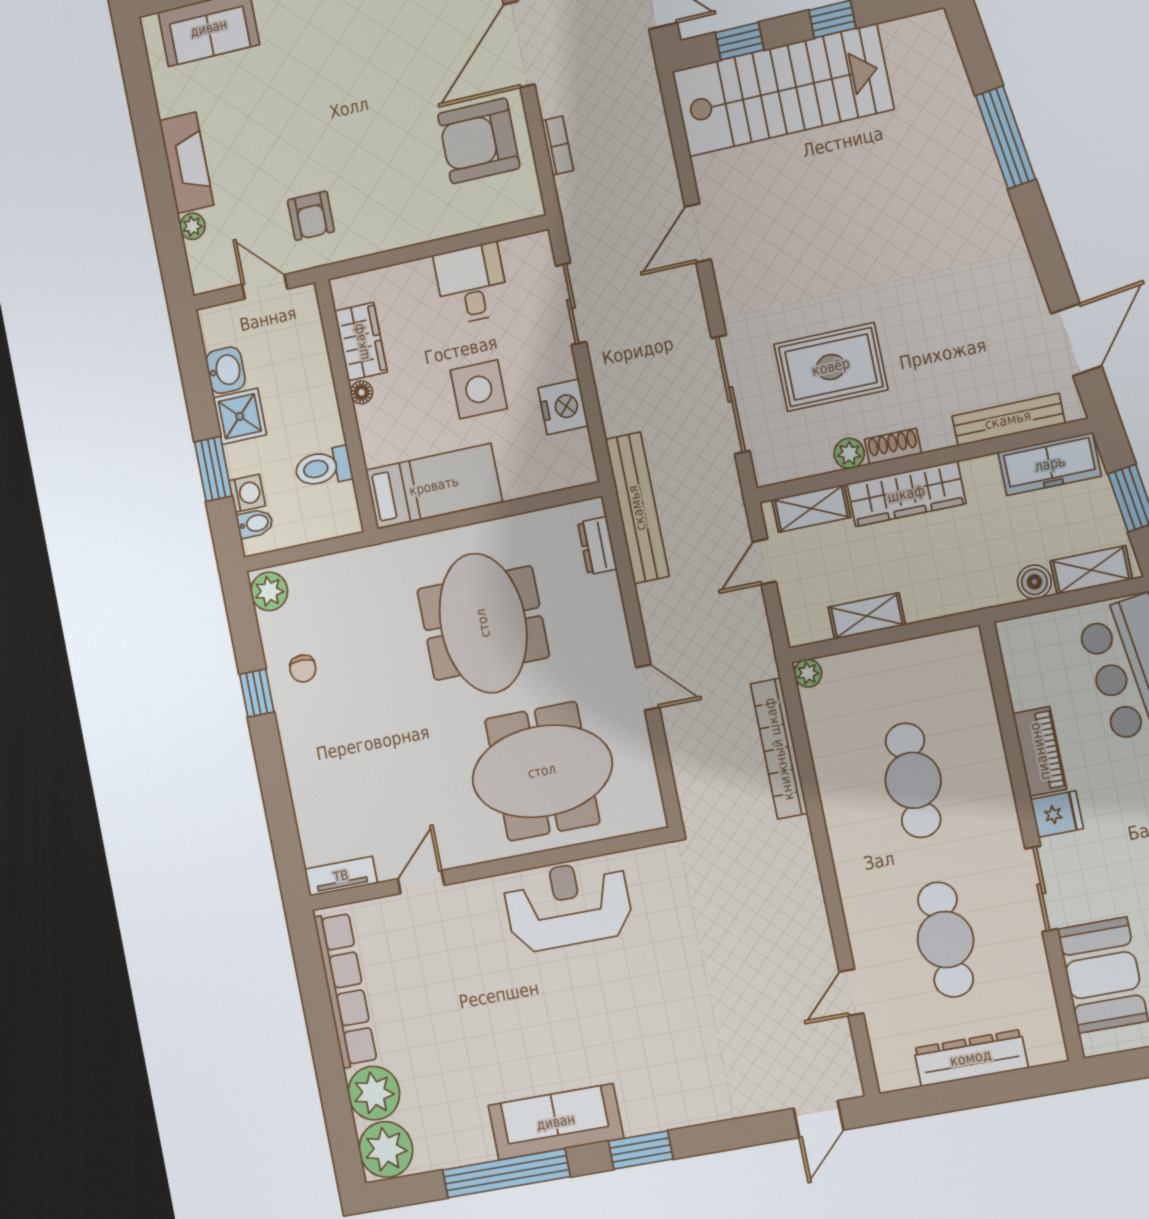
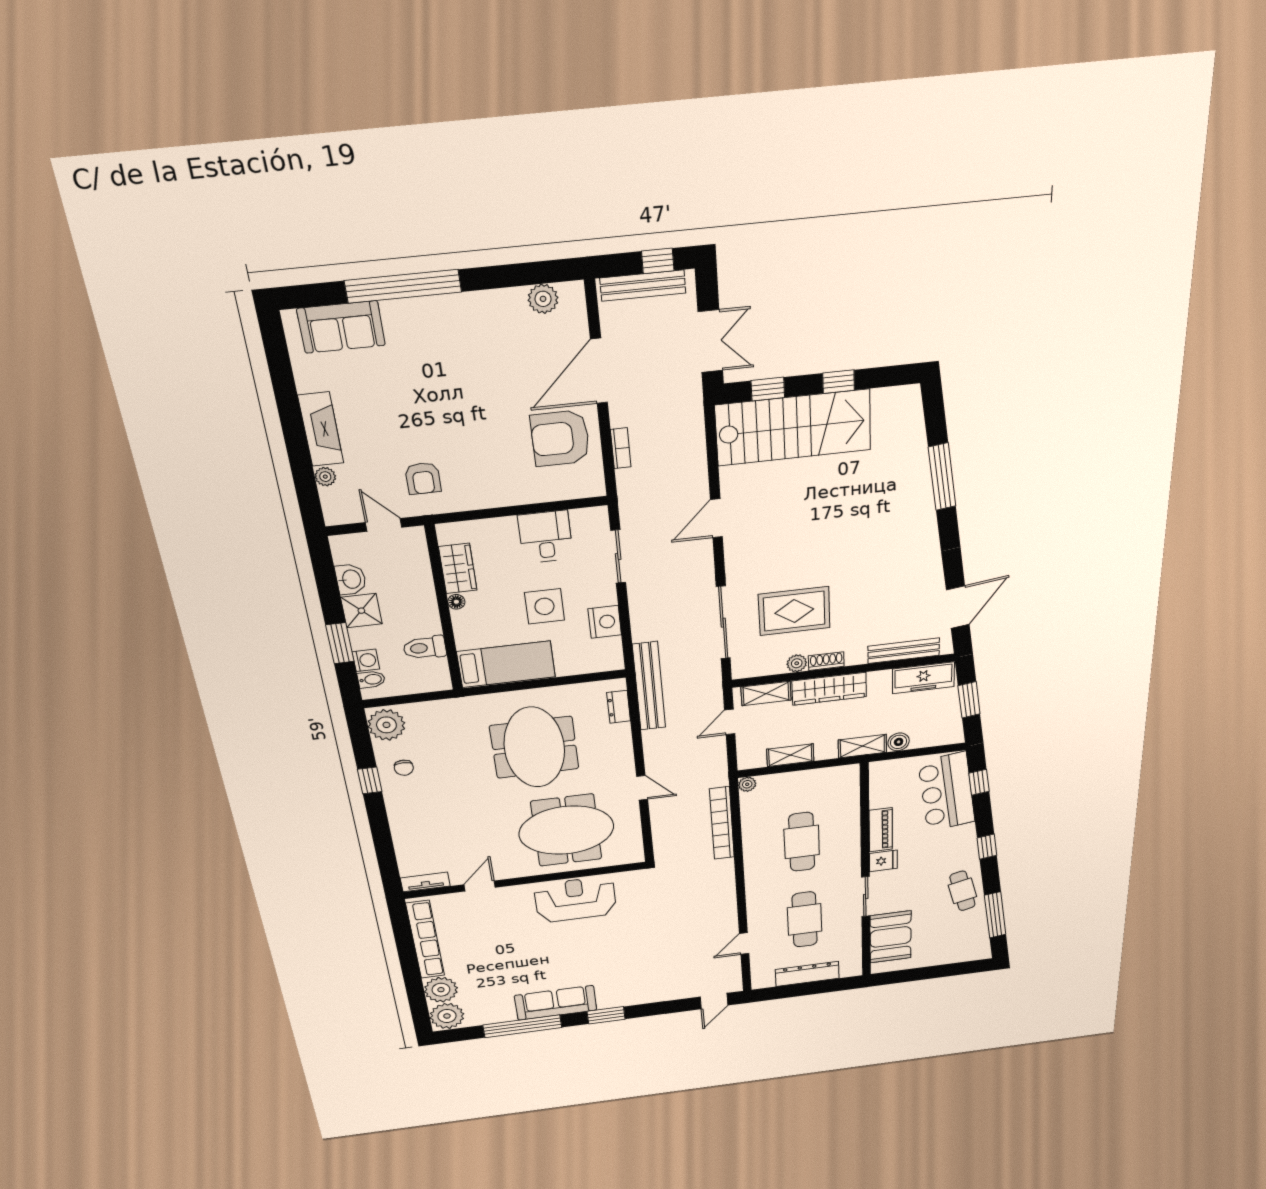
shelving: (1091, 570) -> (862, 746), moved
plant: (269, 591) -> (386, 725), width x1.36, depth x1.36

